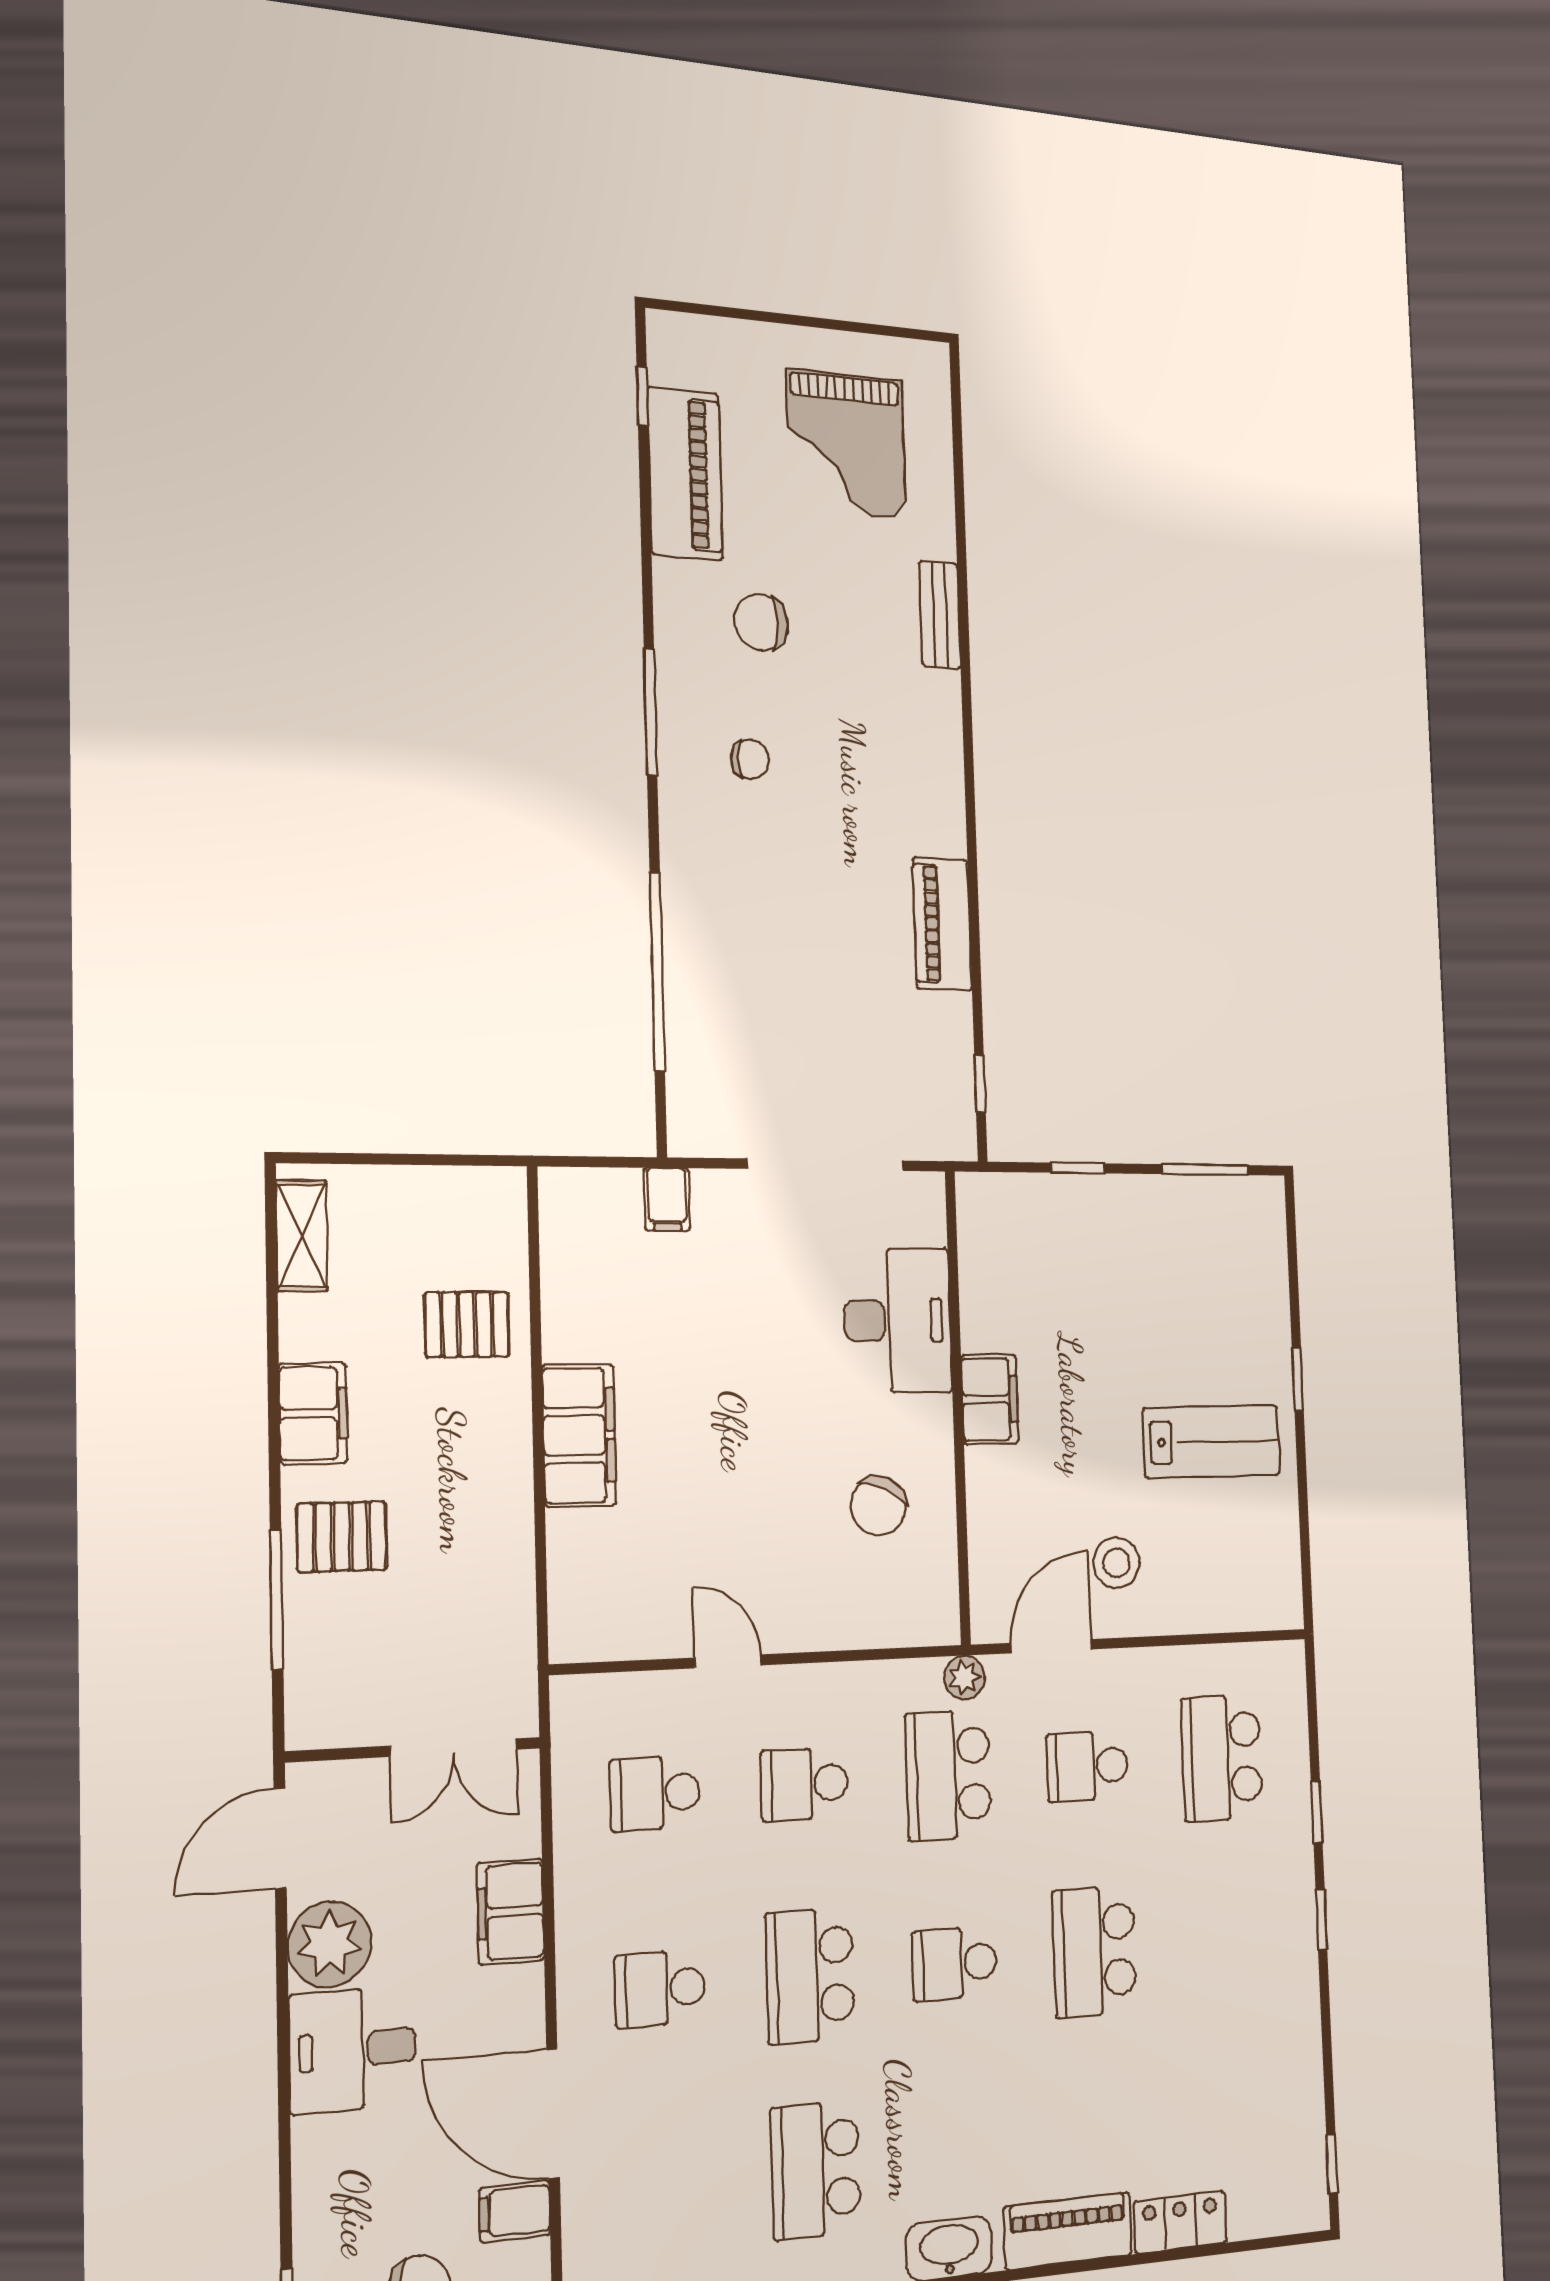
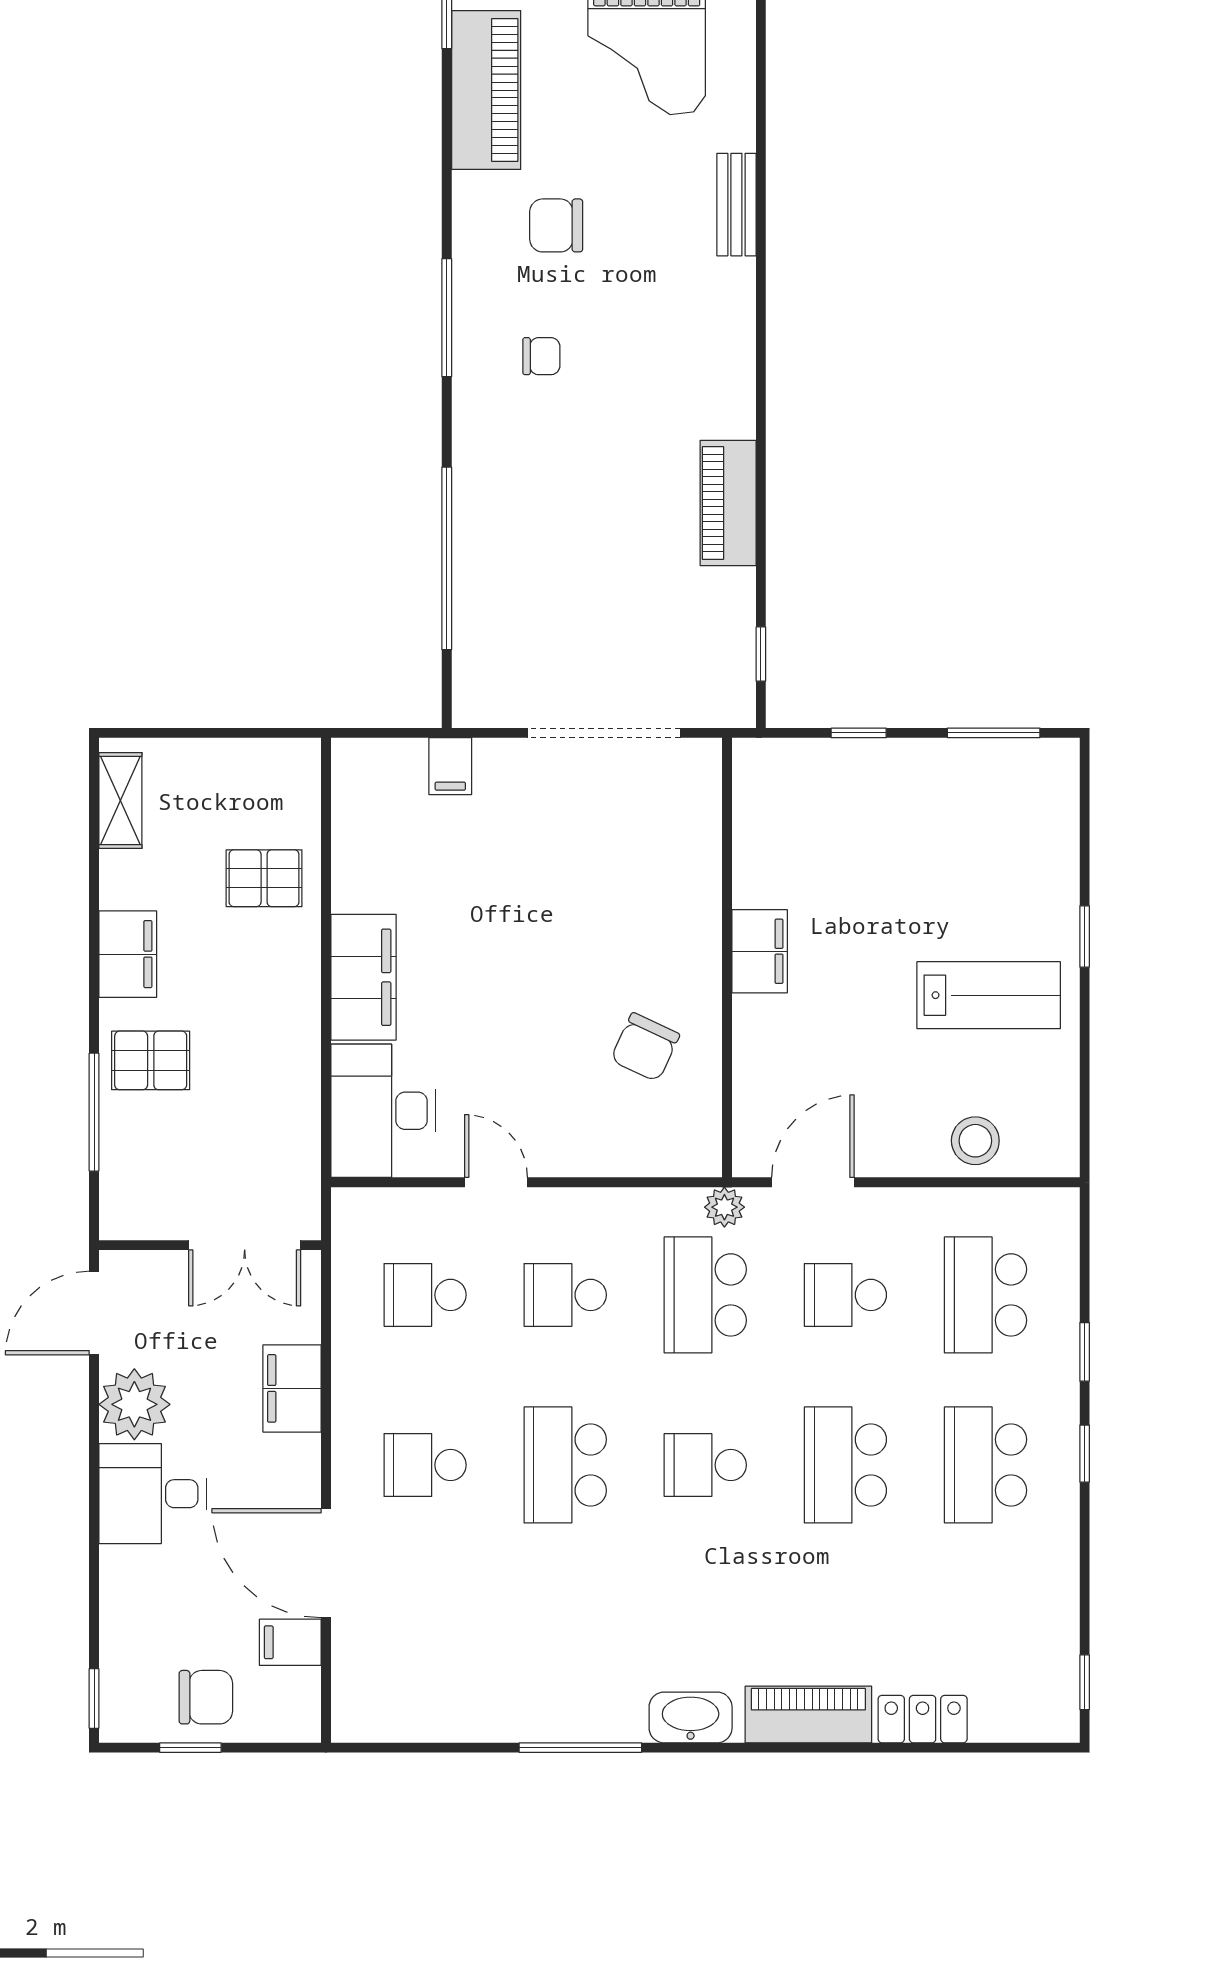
desk: (898, 1321) -> (383, 1111), moved, turned 180
stool: (1116, 1563) -> (975, 1141), moved
school desk: (816, 2170) -> (986, 1465), moved

